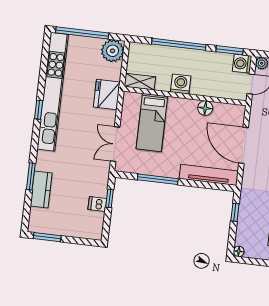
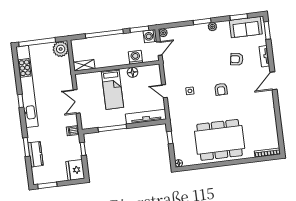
washing machine: (181, 84) -> (135, 57), moved
fridge: (107, 95) -> (75, 170), moved
bed: (152, 123) -> (112, 89), moved
double door: (115, 144) -> (77, 101), moved
door: (244, 145) -> (164, 91), width x0.53
dishwasher: (97, 204) -> (73, 131), moved

